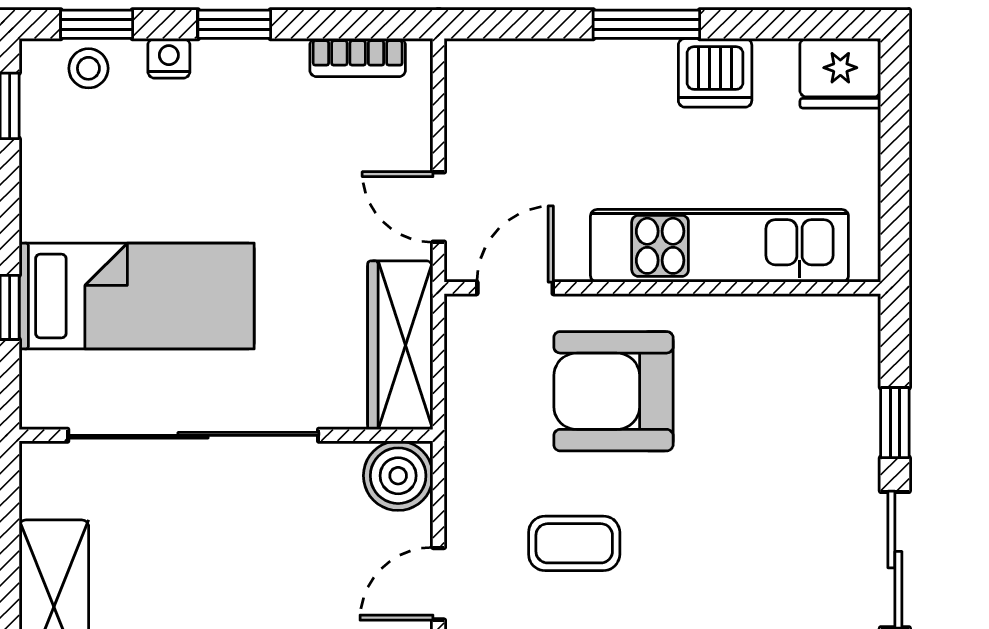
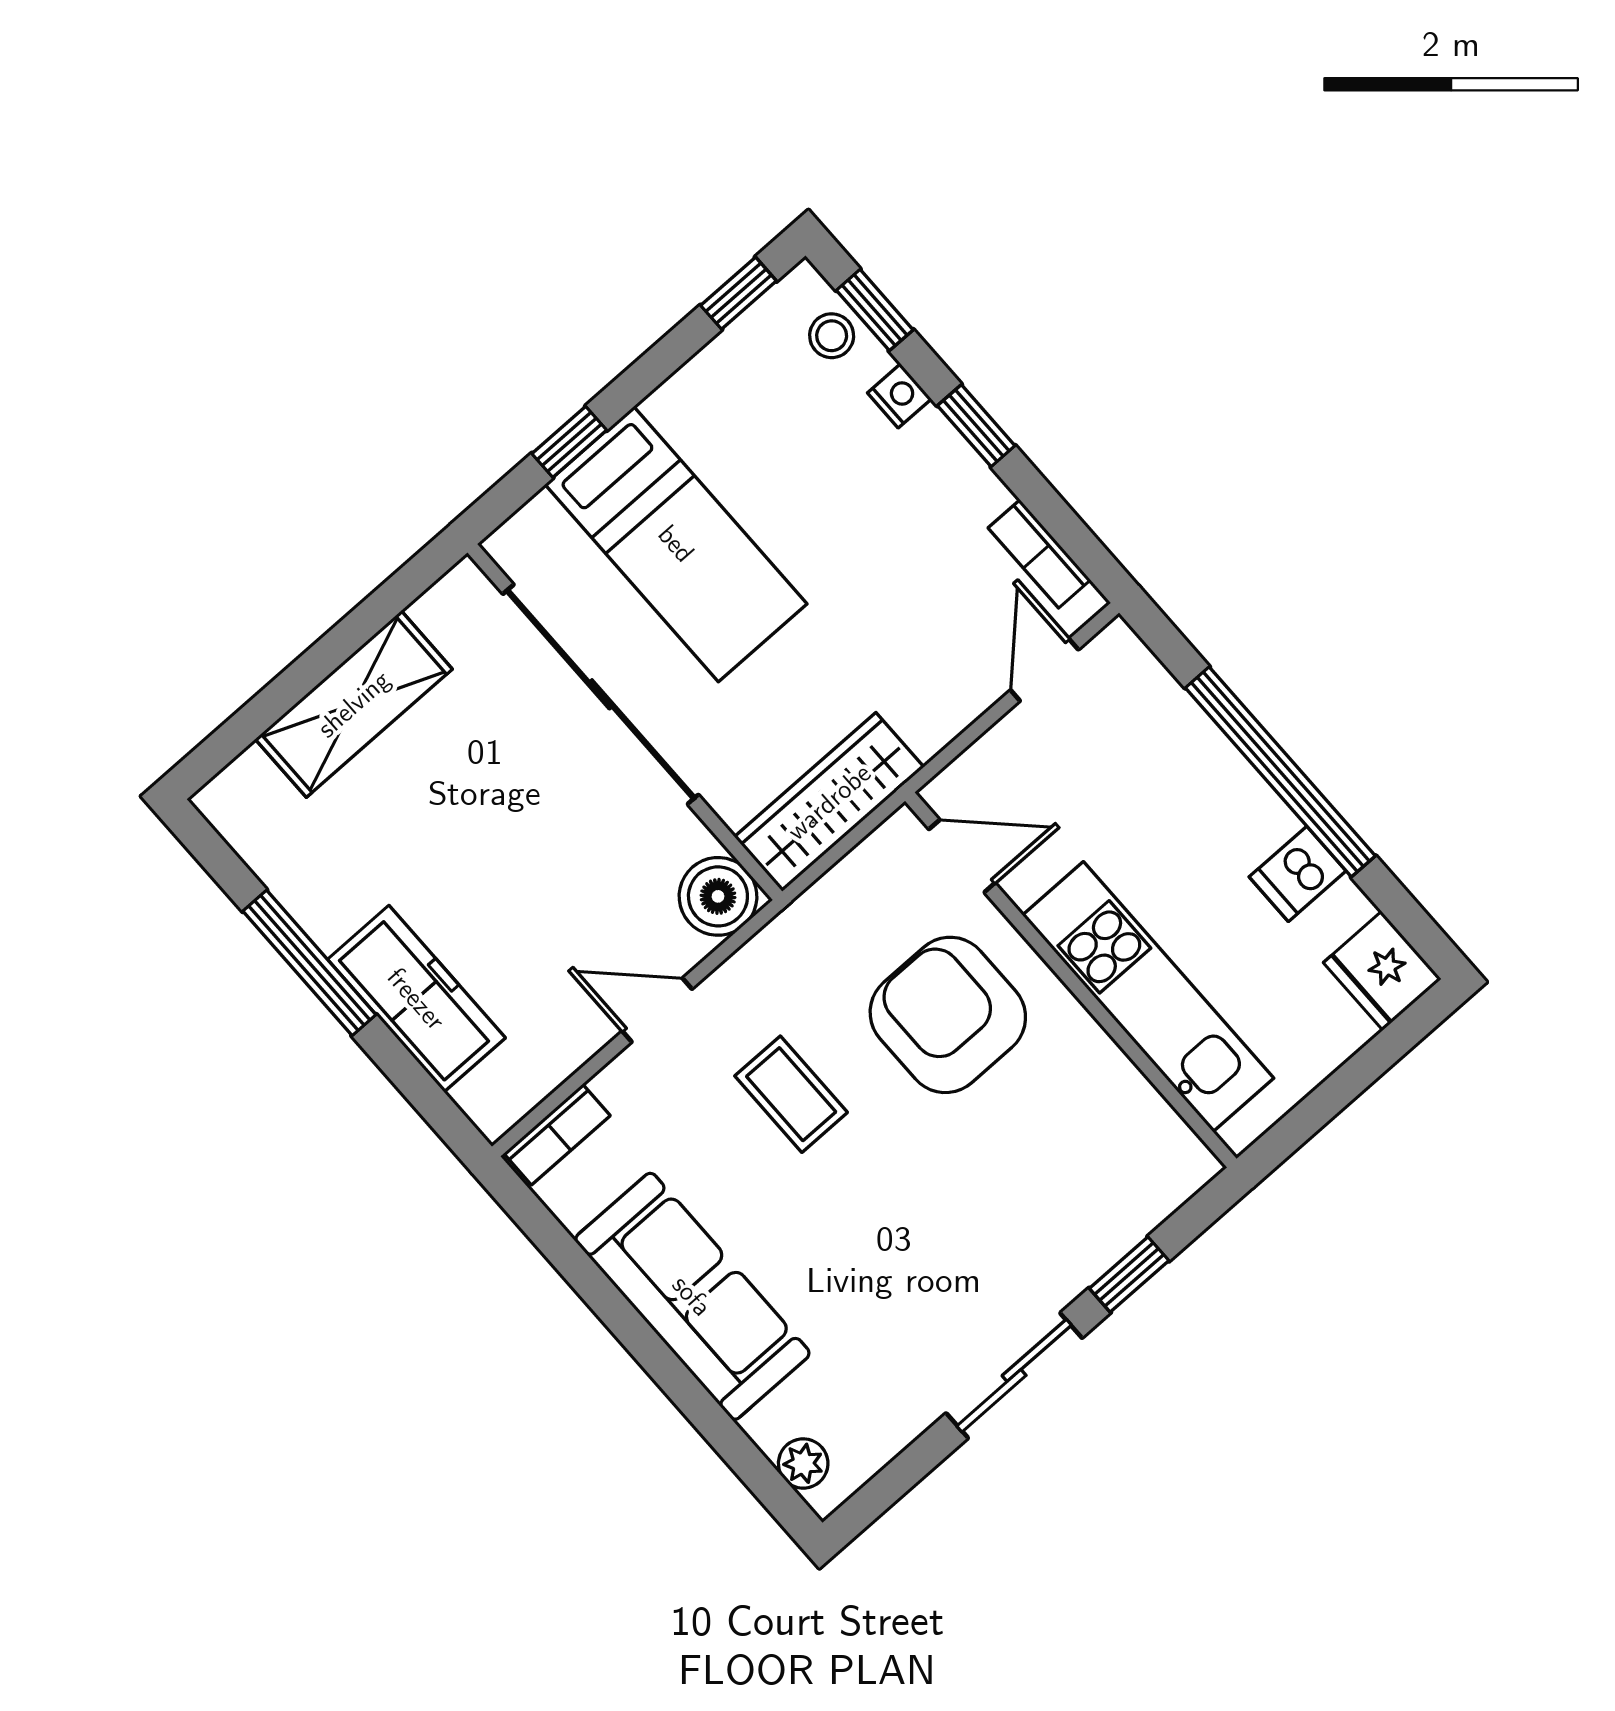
window: (646, 24) -> (1280, 772), width x2.11
dishwasher: (715, 73) -> (1298, 874), width x0.73
door: (439, 207) -> (1044, 670), moved

